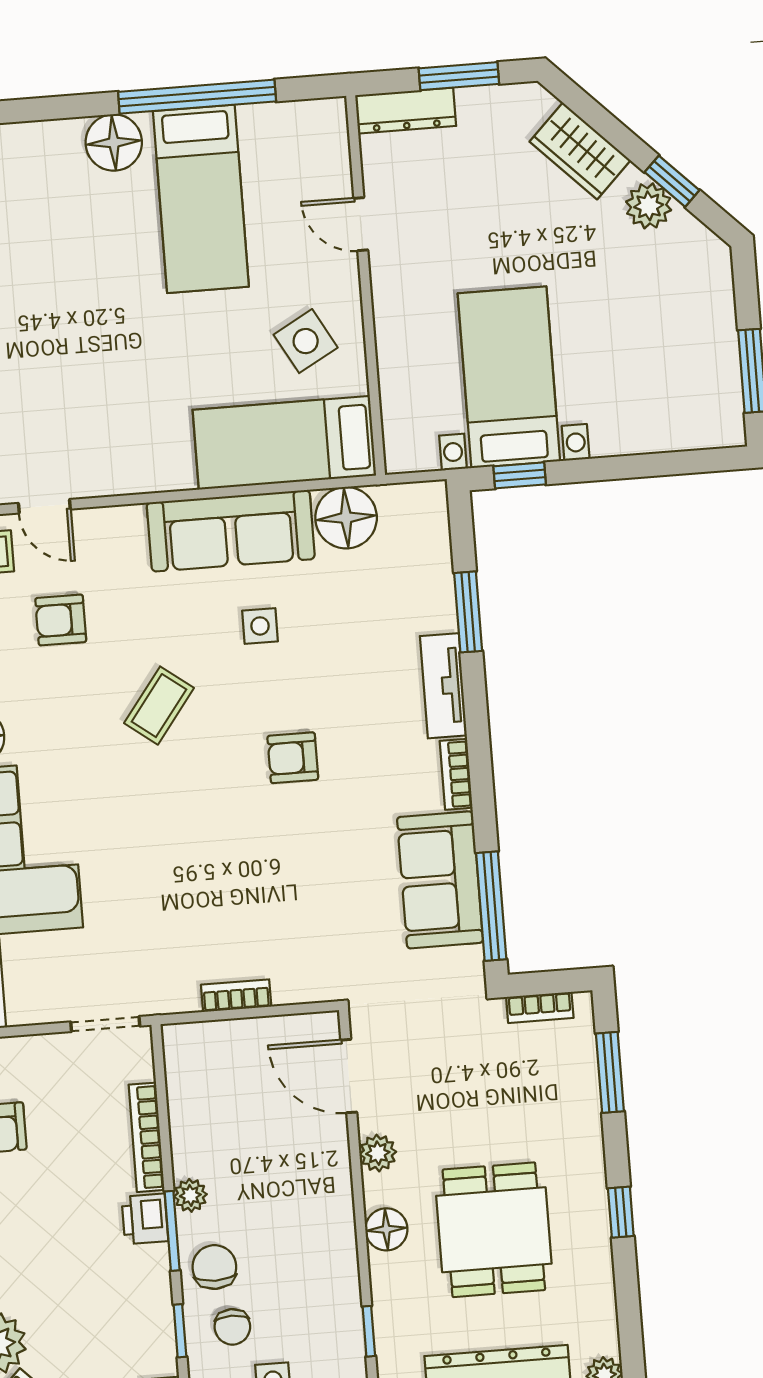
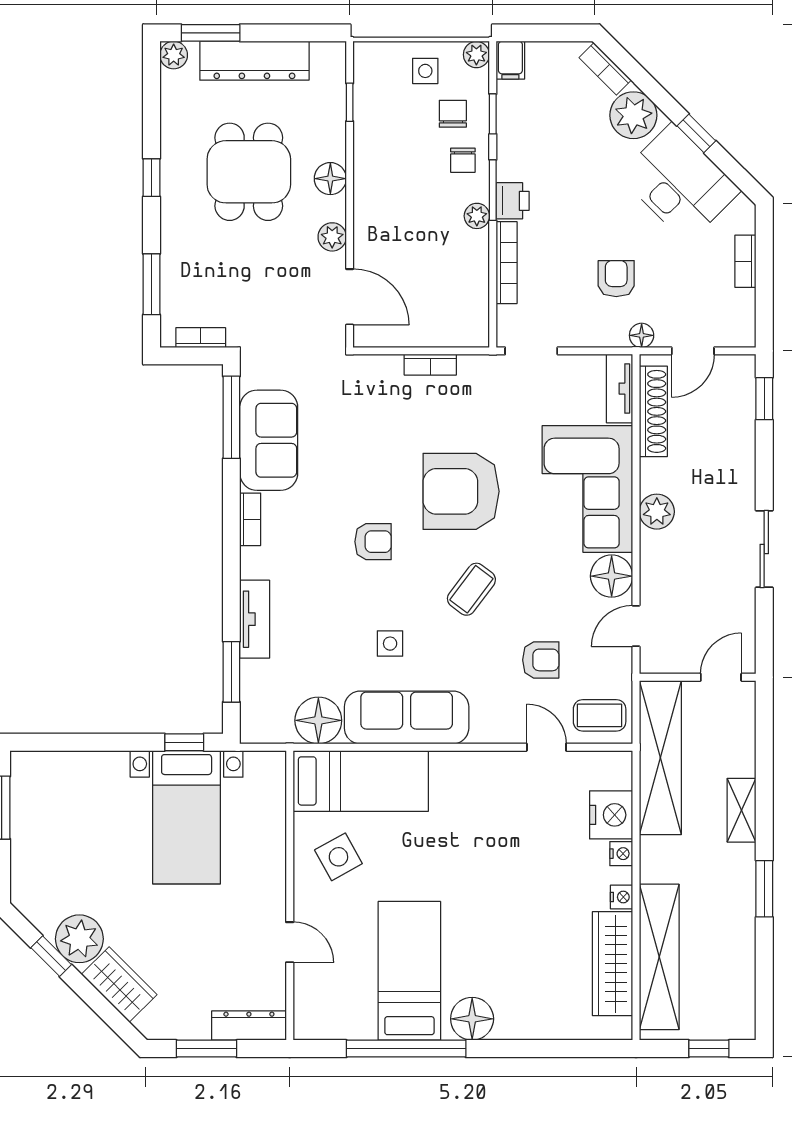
plant: (649, 206) -> (79, 939), width x1.36, depth x1.36
window: (468, 612) -> (231, 672), moved
tv unit: (443, 686) -> (255, 619), moved
armchair: (183, 833) -> (461, 491), added
chair: (214, 1267) -> (463, 160), width x0.73, depth x0.73

